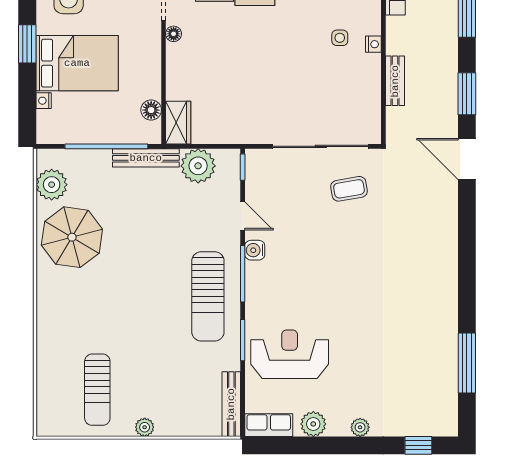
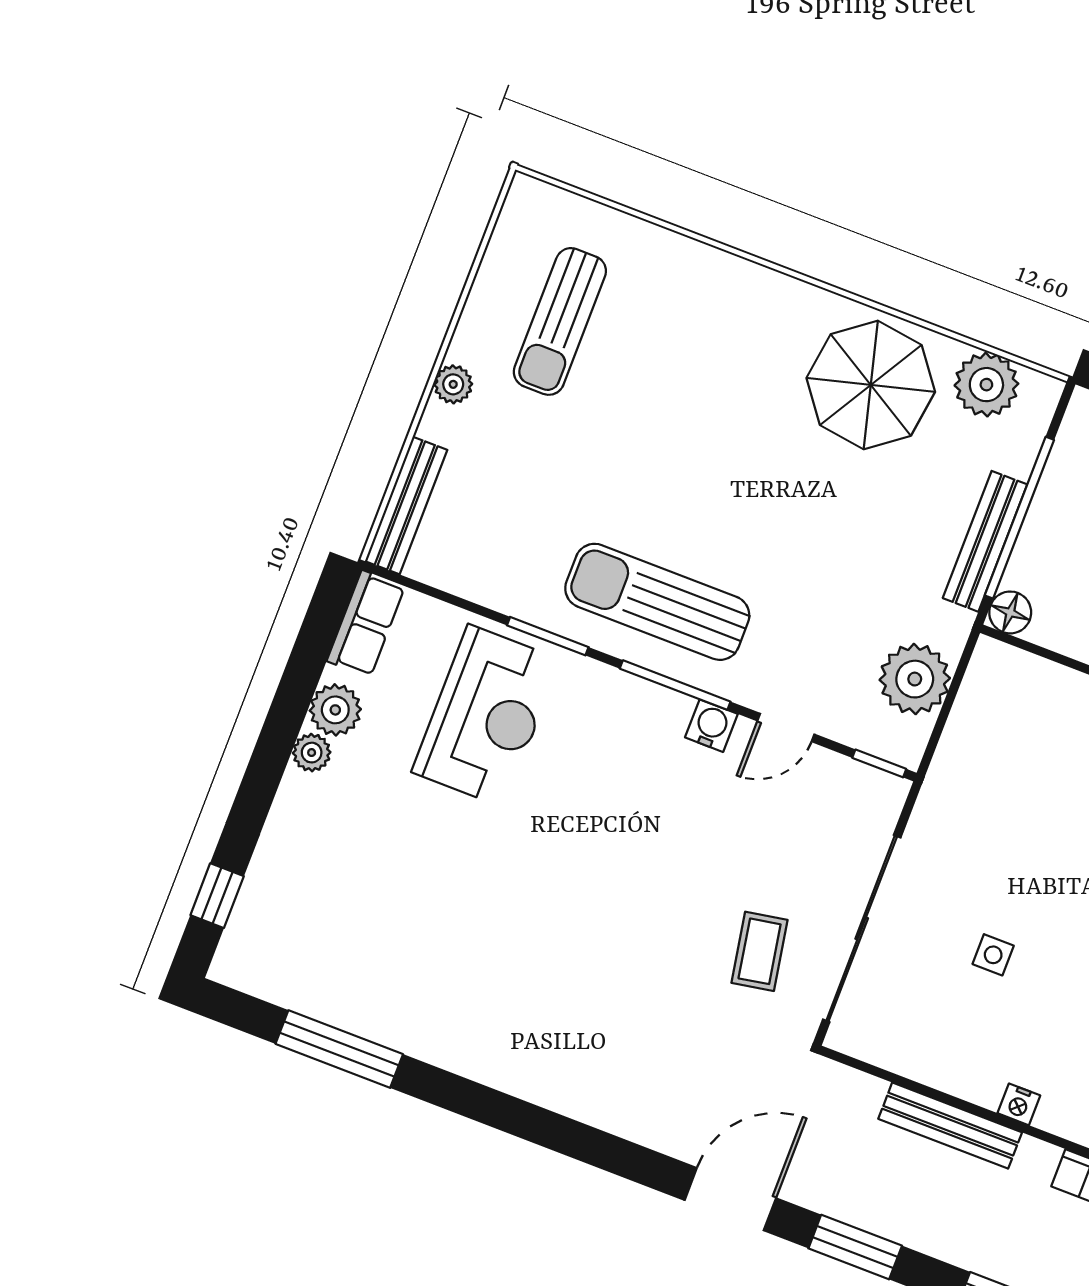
side table: (340, 38) -> (993, 955), moved
bench: (395, 81) -> (950, 1126), width x1.36
floor lamp: (151, 110) -> (1010, 612), moved
wardrobe: (178, 123) -> (1012, 673), removed
bench: (146, 158) -> (985, 541), moved
sun lounger: (97, 390) -> (560, 321), turned -90
bench: (231, 404) -> (406, 506), moved, turned 90
plant: (360, 427) -> (312, 753), moved

